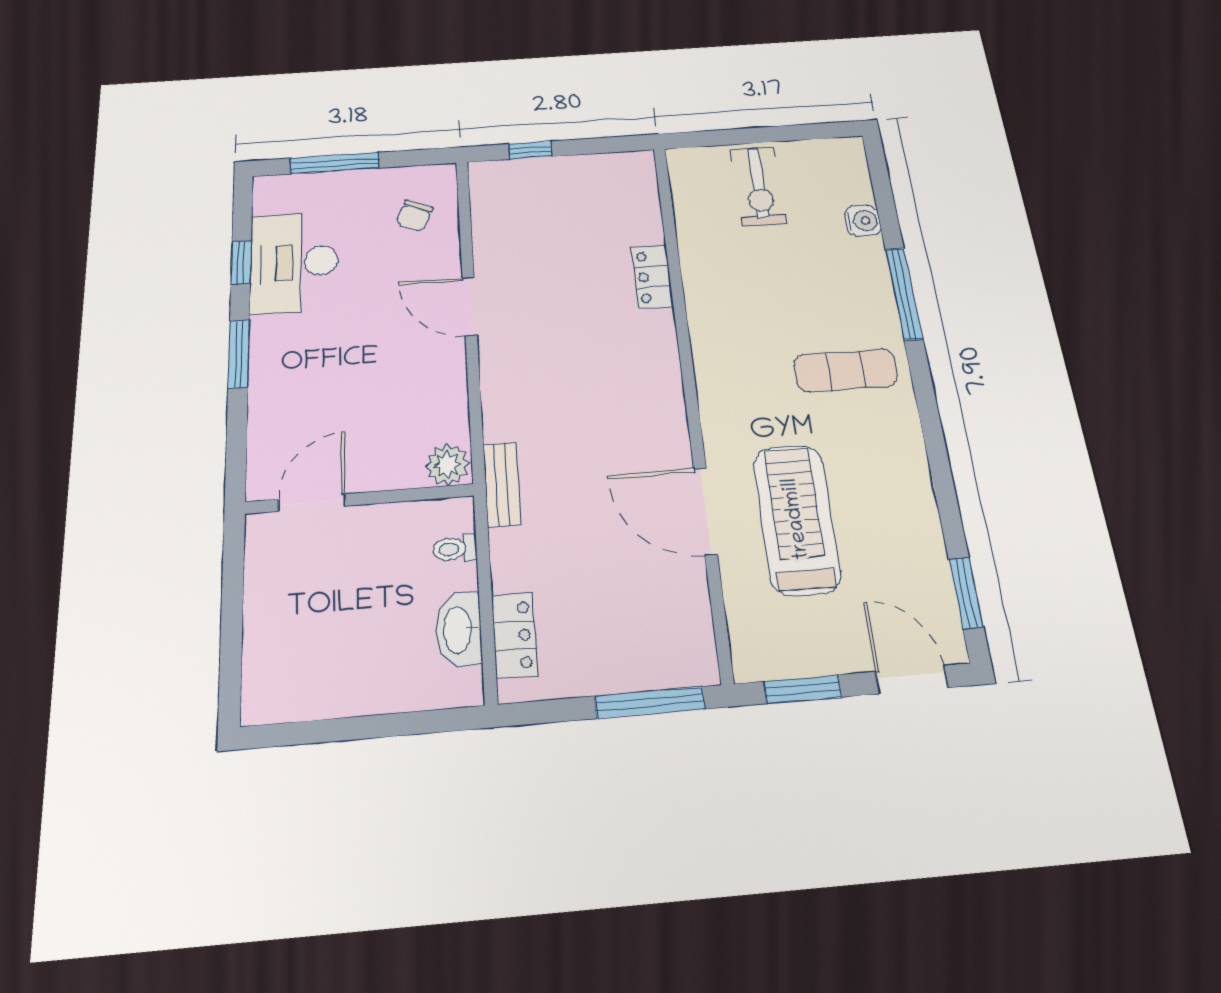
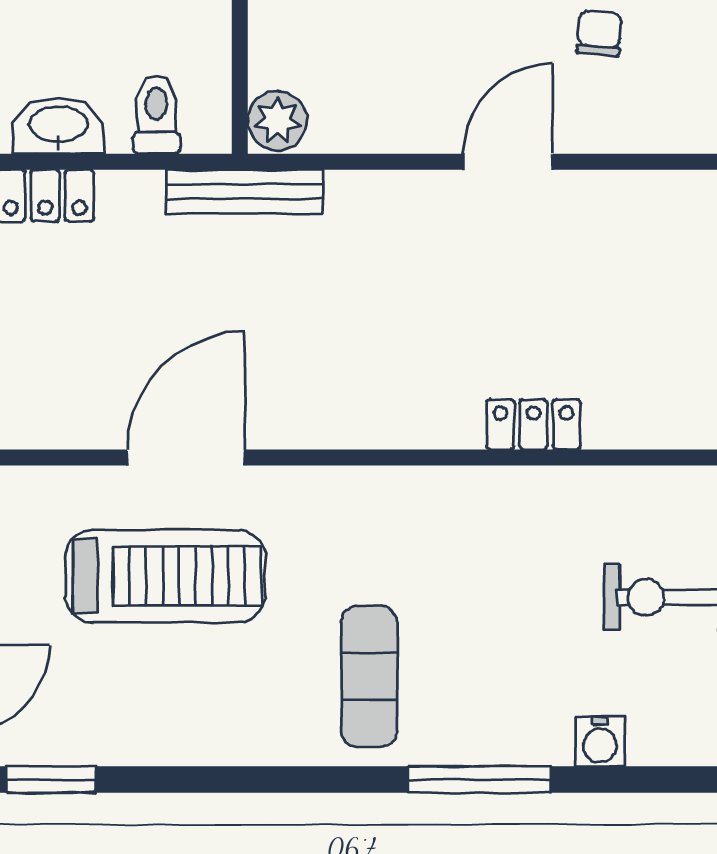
chair: (414, 216) -> (599, 33), moved, turned 72
bench: (502, 484) -> (245, 192), width x1.36
toilet: (455, 549) -> (156, 115), width x1.37, depth x1.39

